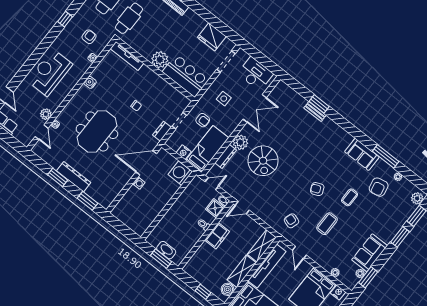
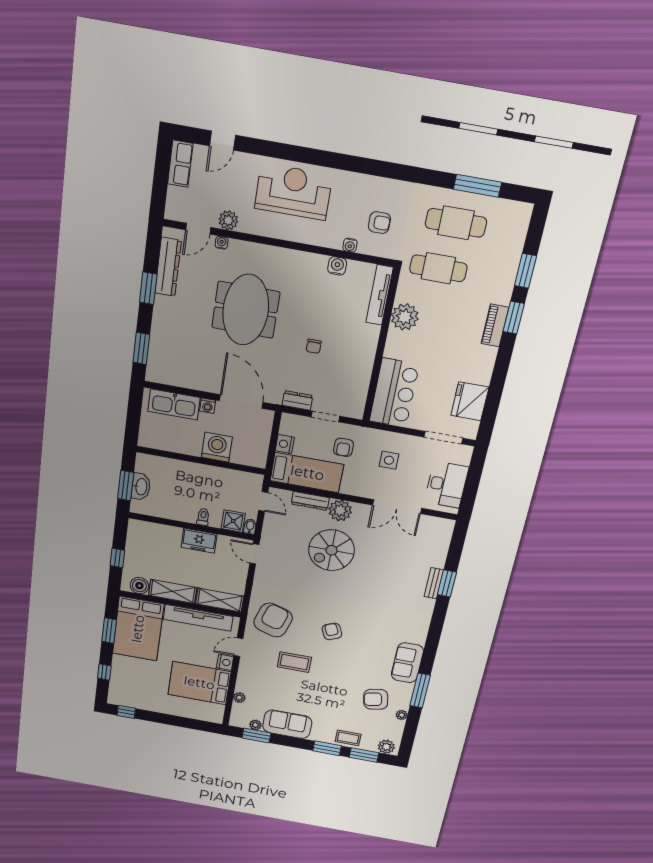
window: (65, 19) -> (388, 170), removed
plant: (160, 60) -> (405, 317), moved
water cooler: (90, 82) -> (337, 266), moved
meeting table: (97, 131) -> (246, 310), turned 90
washing machine: (180, 173) -> (217, 447), moved
dresser: (74, 177) -> (168, 267), moved
coffee table: (350, 197) -> (348, 738), moved
kitchen sink: (128, 202) -> (174, 404), added
armchair: (291, 221) -> (273, 620), width x1.88, depth x1.88
nightstand: (338, 292) -> (225, 662), moved

